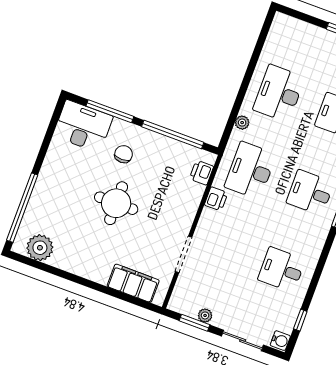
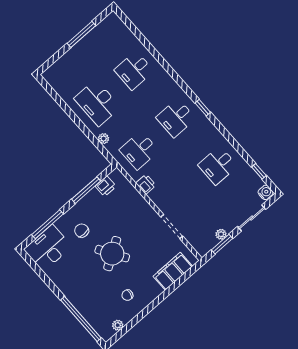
window: (173, 134) -> (86, 190), width x0.68
desk: (250, 170) -> (139, 150), width x0.73
printer: (202, 173) -> (106, 186), moved, turned -90
round table: (116, 203) -> (112, 254), turned -32
chair: (78, 246) -> (127, 295), added
plant: (40, 248) -> (118, 325), width x0.53, depth x0.53

